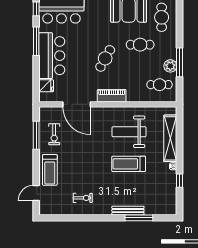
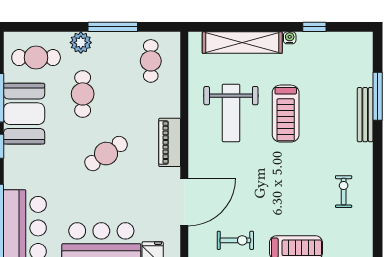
cafe table: (105, 58) -> (106, 154), turned -64
plant: (170, 66) -> (81, 43), moved

